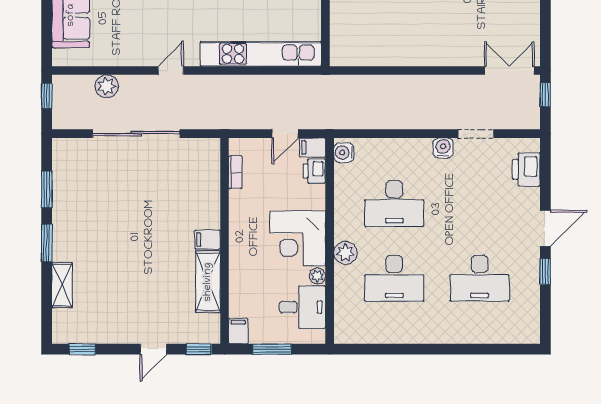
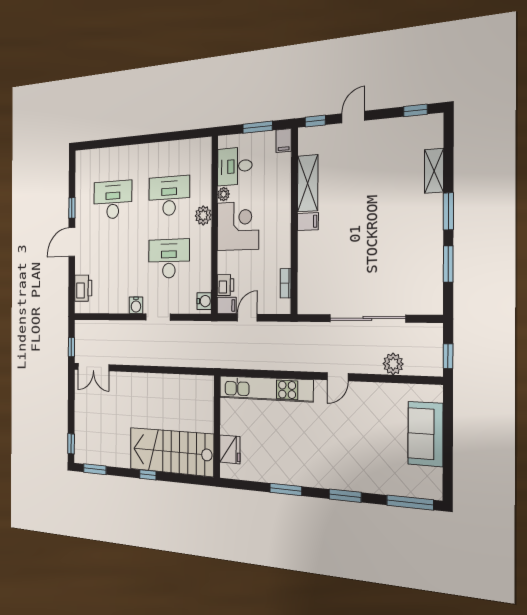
doorway: (476, 134) -> (158, 317), moved

